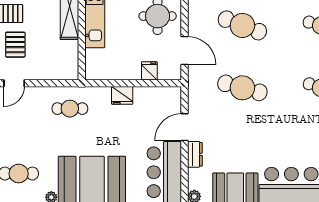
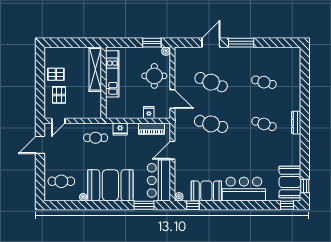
fridge: (122, 95) -> (120, 129), moved
piano: (153, 95) -> (151, 129), added
dresser: (195, 154) -> (179, 168), removed

